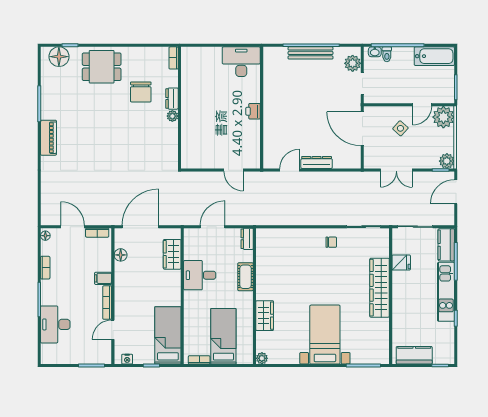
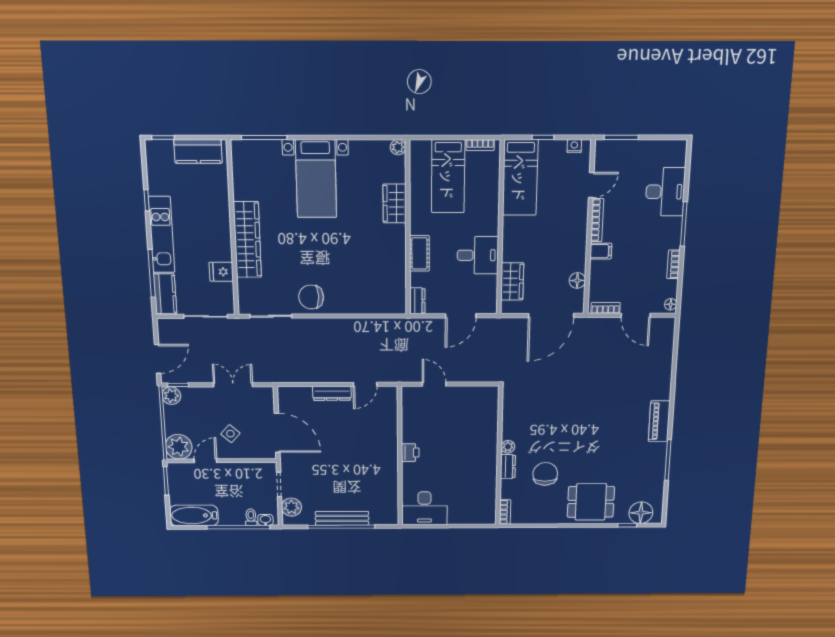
chair: (331, 242) -> (311, 297), width x1.87, depth x1.87

